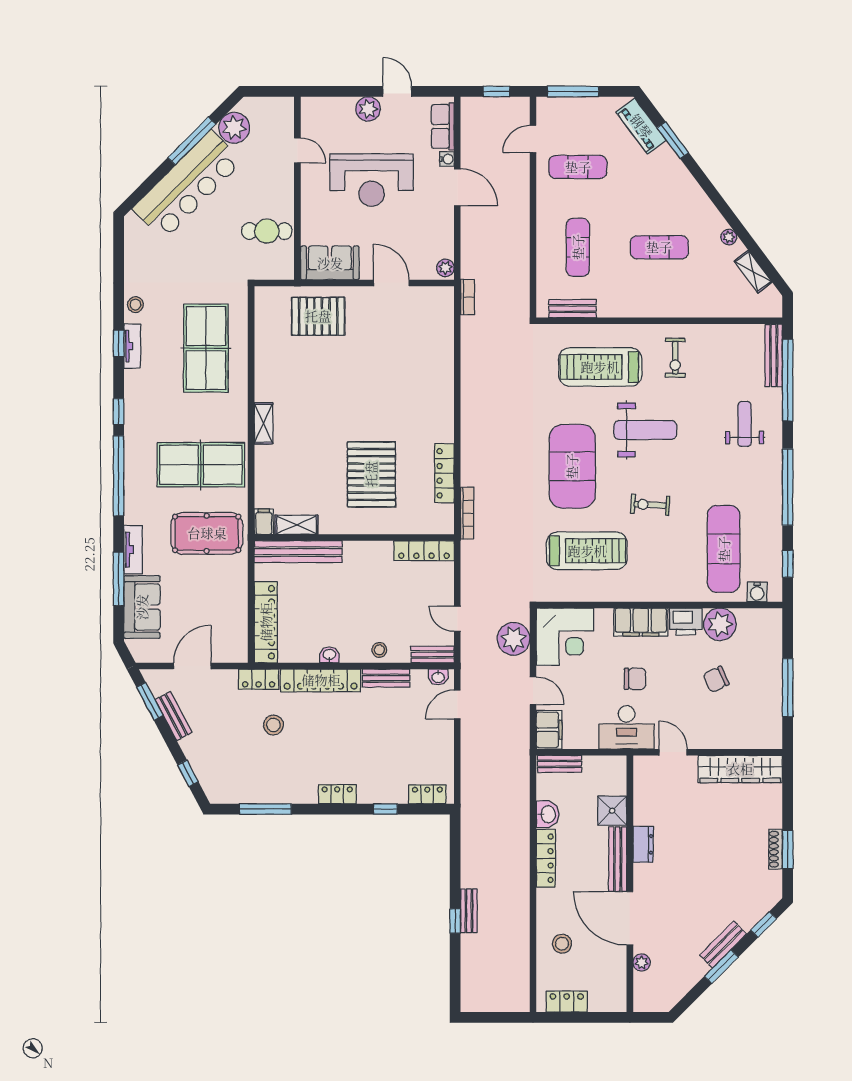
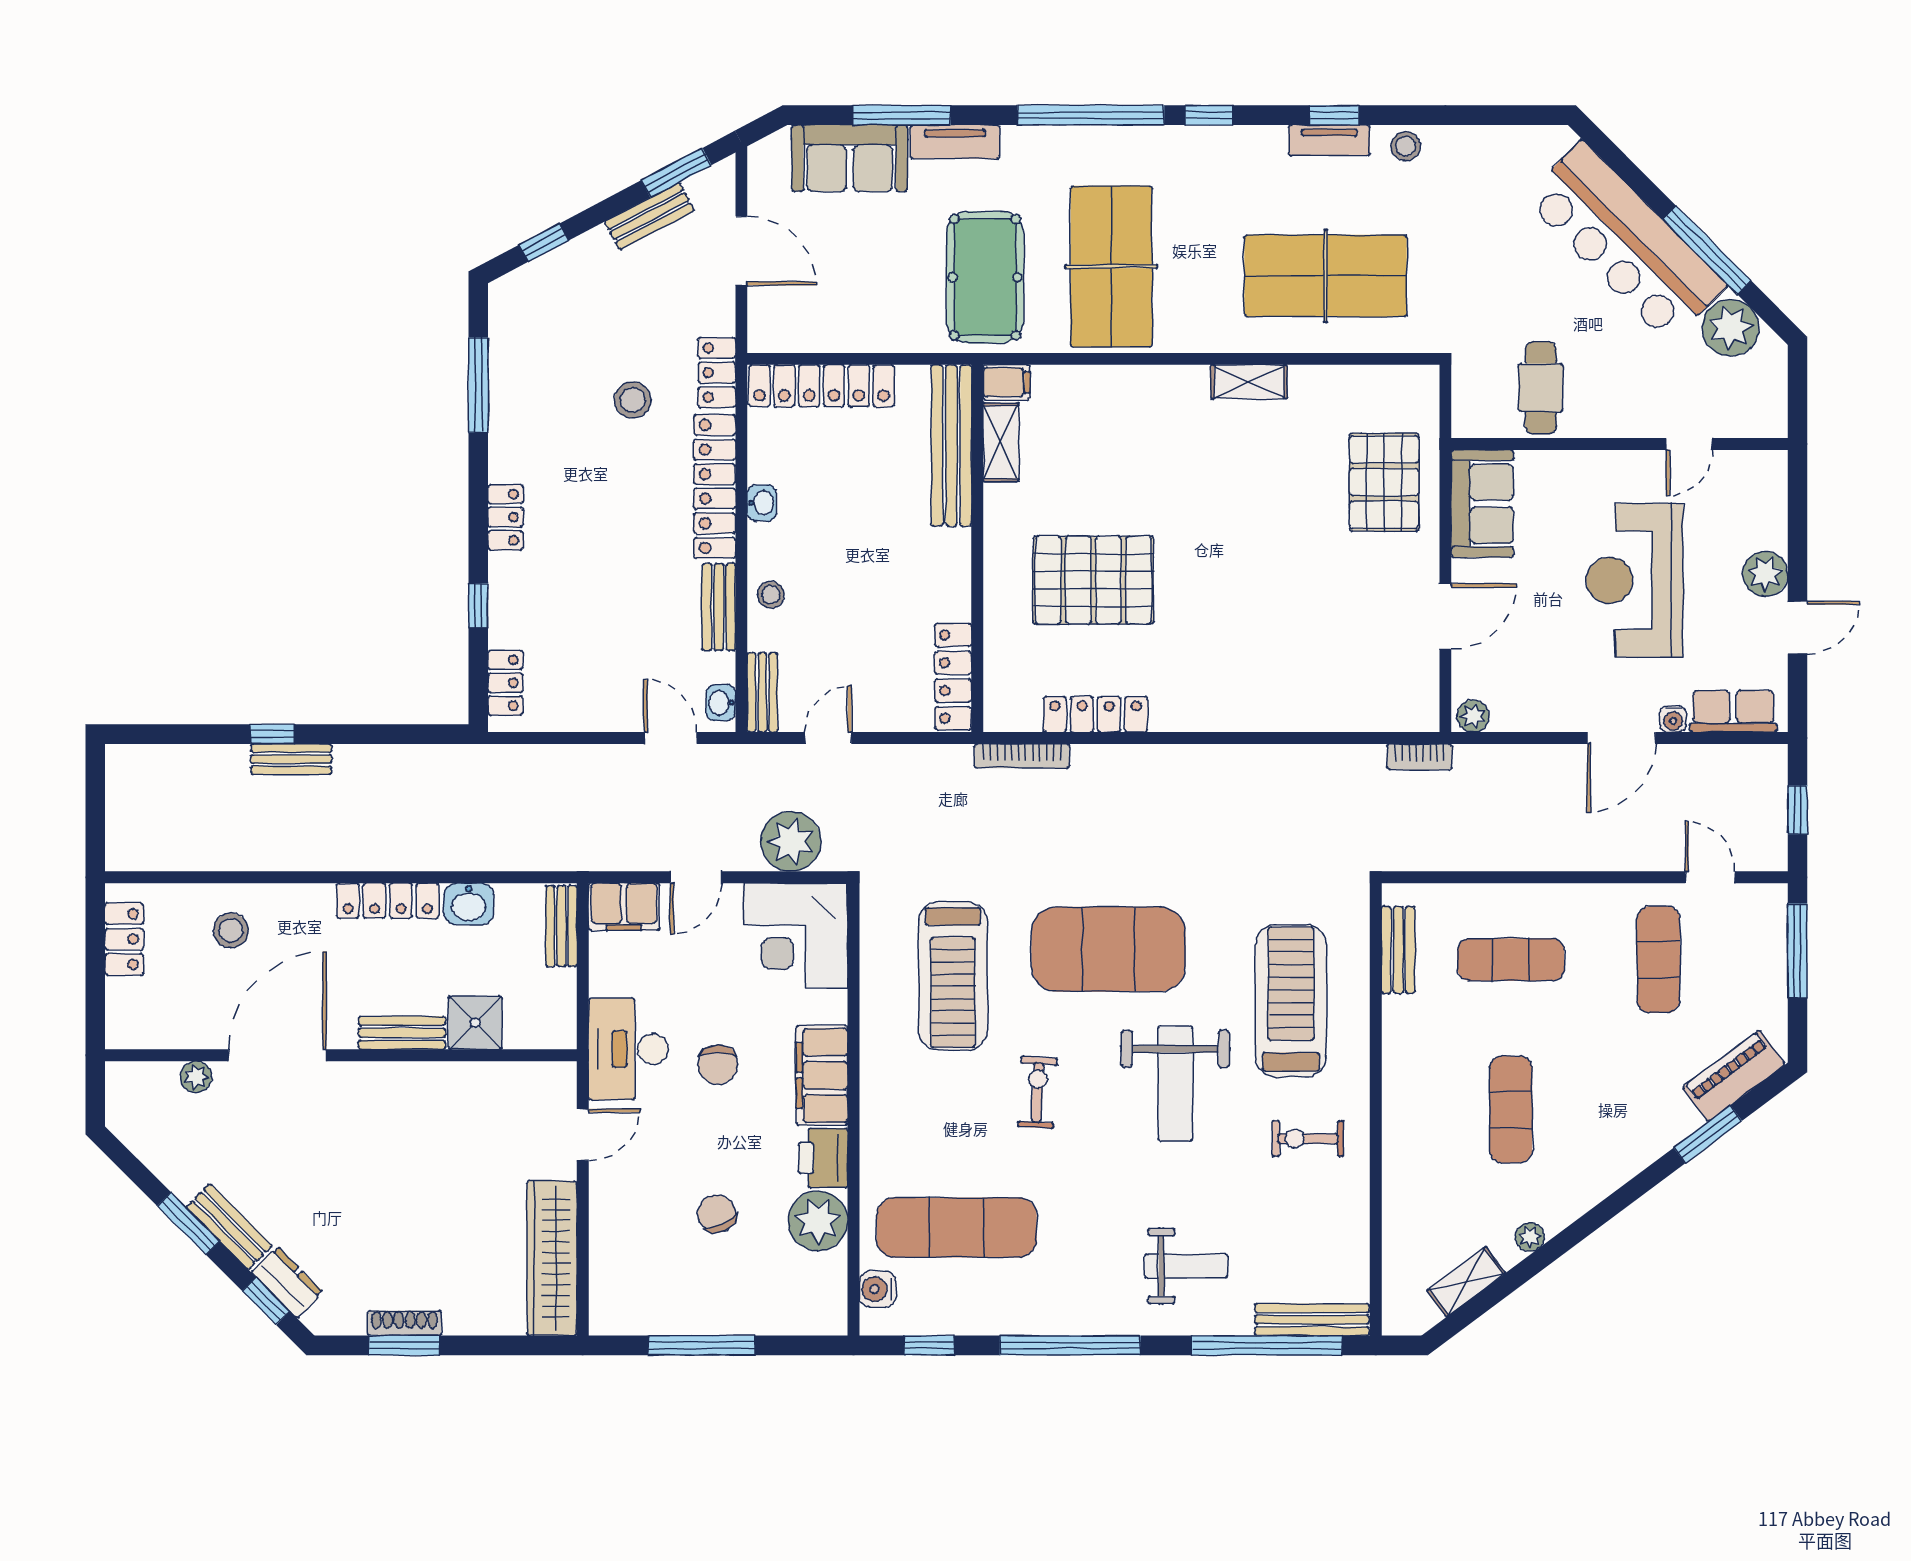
shelving: (264, 423) -> (1249, 382), moved
dresser: (643, 844) -> (287, 1282), moved, turned -135
bench: (618, 859) -> (402, 1033), width x0.73

